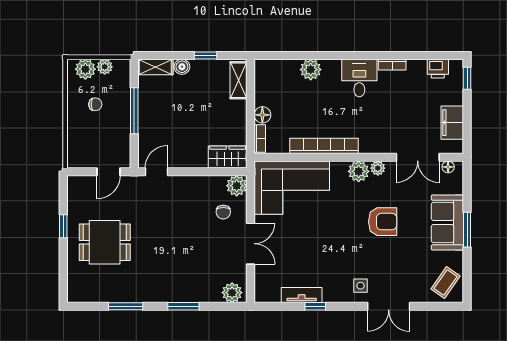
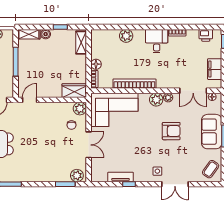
window: (183, 306) -> (65, 184), moved

